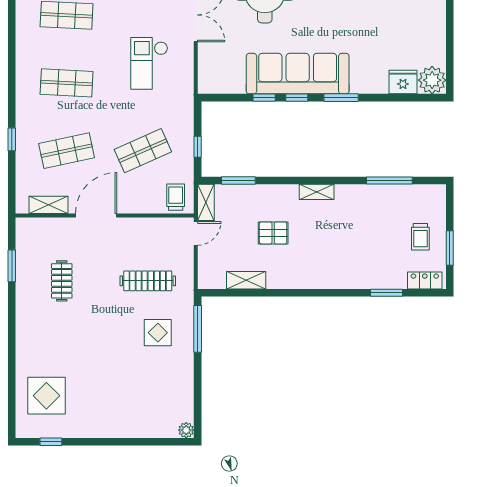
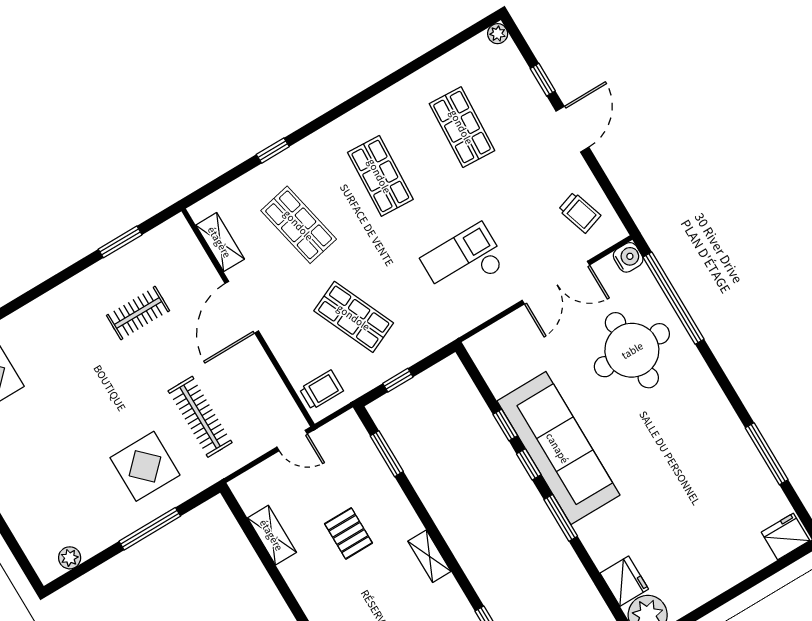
shelving: (206, 202) -> (337, 430), removed
door: (96, 215) -> (242, 307), swing flipped
window: (198, 329) -> (150, 529), moved
display table: (158, 333) -> (145, 466), width x1.36, depth x1.36
plant: (186, 430) -> (70, 558), moved

